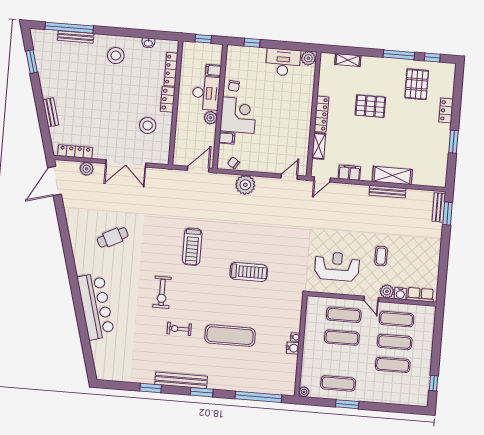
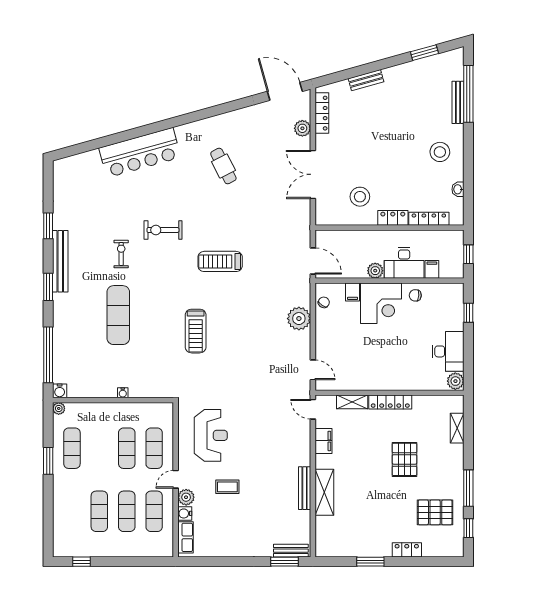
water cooler: (293, 348) -> (60, 391), moved

